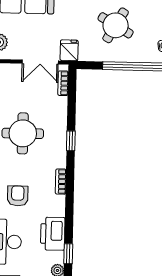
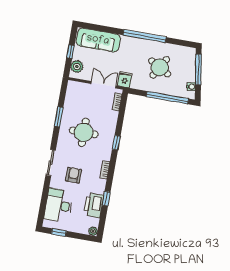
double door: (40, 62) -> (103, 85), swing flipped
window: (68, 254) -> (106, 199), moved

